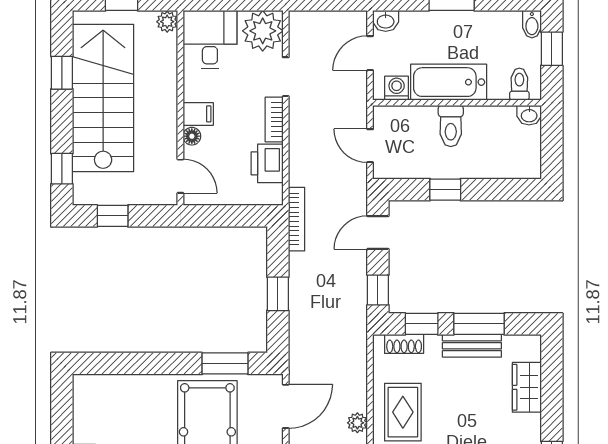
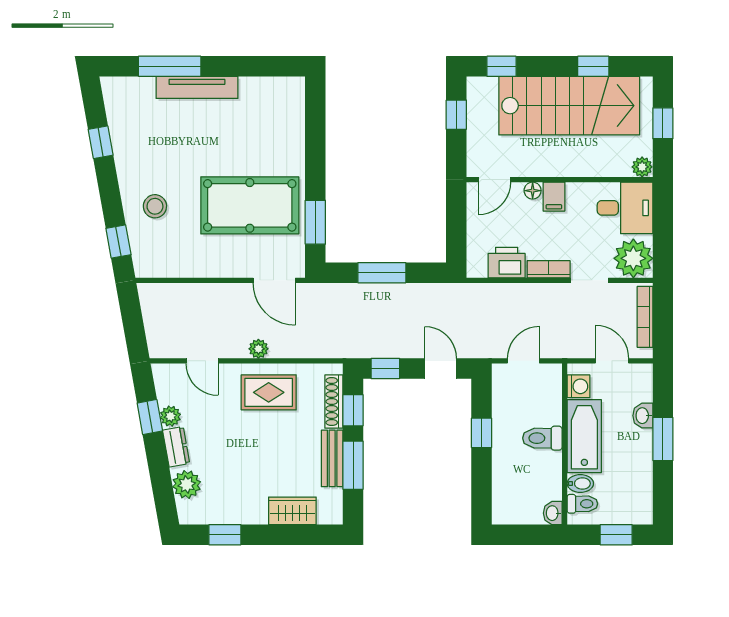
washbasin: (386, 21) -> (643, 416), moved
bidet: (532, 24) -> (580, 483), moved, turned 180
bookcase: (297, 219) -> (645, 317), moved, turned 90
window: (278, 294) -> (382, 273), width x1.50
shoe rack: (404, 344) -> (334, 402), width x1.43

